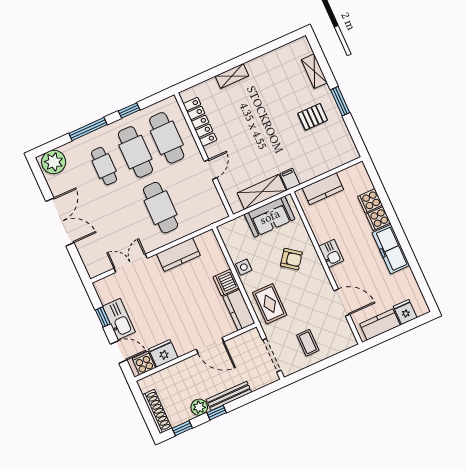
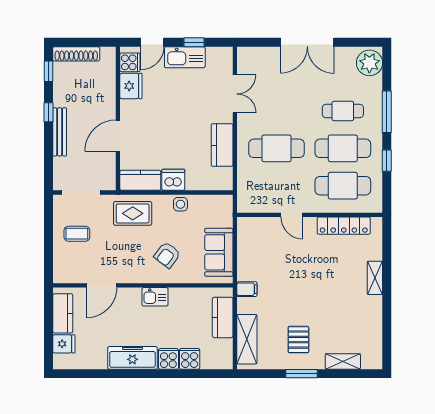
shelving: (262, 192) -> (247, 339), moved
plant: (199, 407) -> (62, 97), removed

